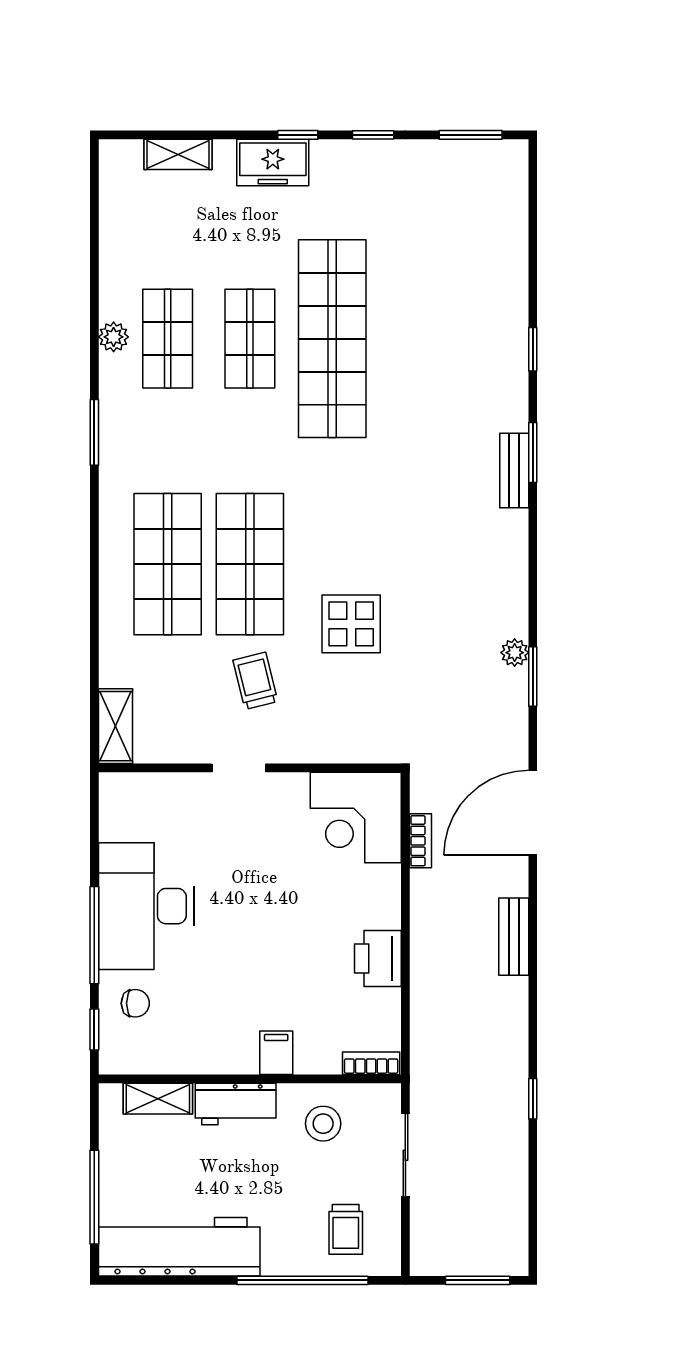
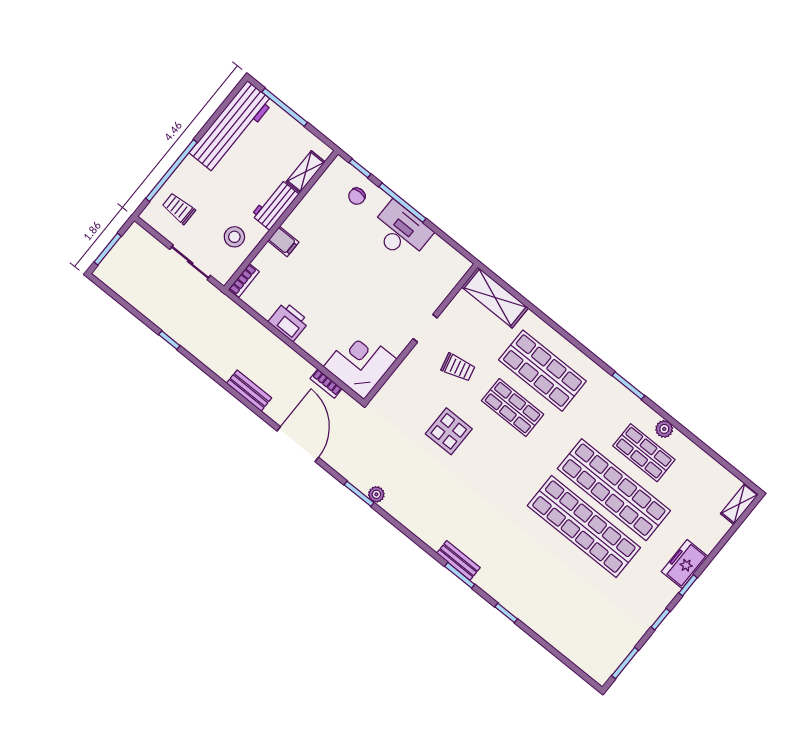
shelving: (178, 154) -> (739, 504), moved
shop shelf: (250, 339) -> (614, 490), width x2.00, depth x1.36
shop shelf: (250, 564) -> (513, 408), width x0.70, depth x0.74
shelving: (115, 726) -> (495, 298), width x1.50, depth x1.33
desk: (146, 906) -> (401, 232), width x0.73, depth x0.77

